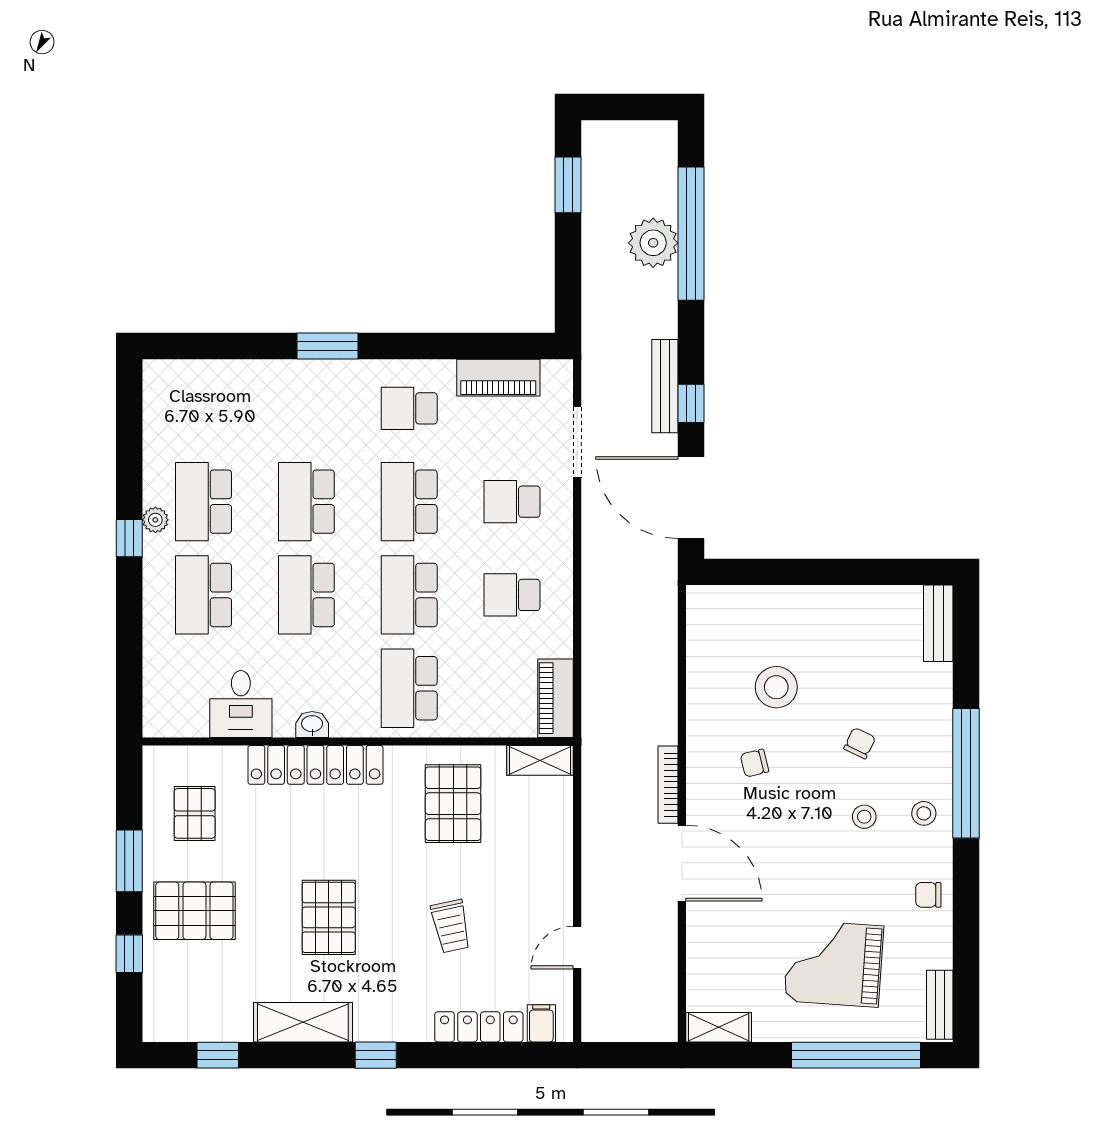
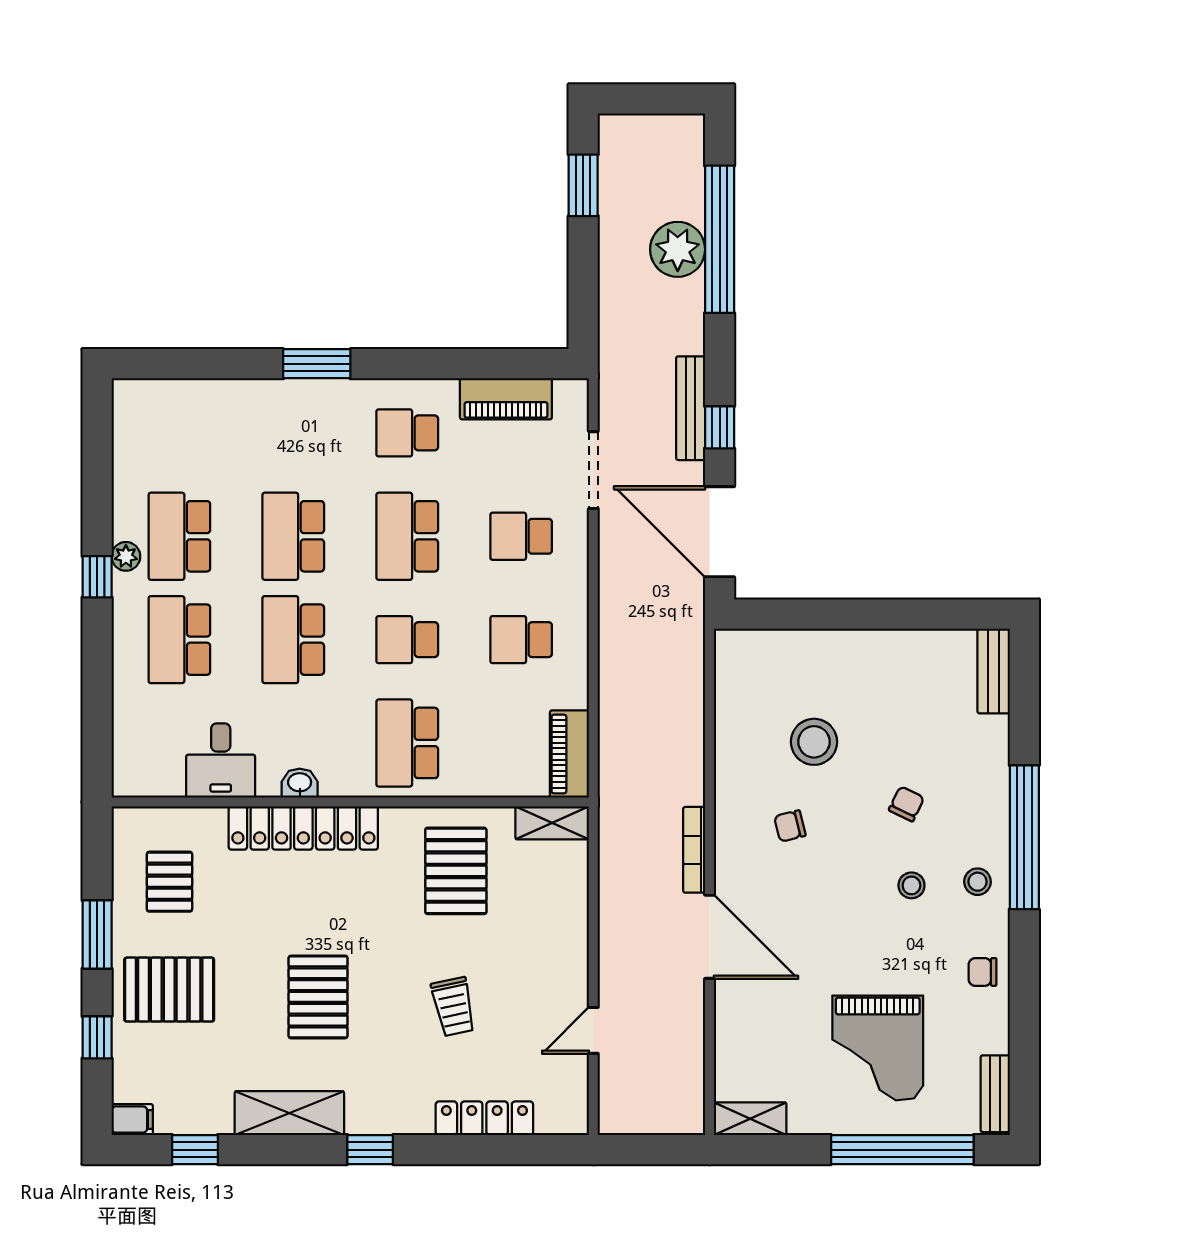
school desk: (409, 595) -> (407, 640), width x0.54
grand piano: (834, 963) -> (878, 1048), turned -94
filing cabinet: (541, 1023) -> (132, 1120), moved, turned 90

